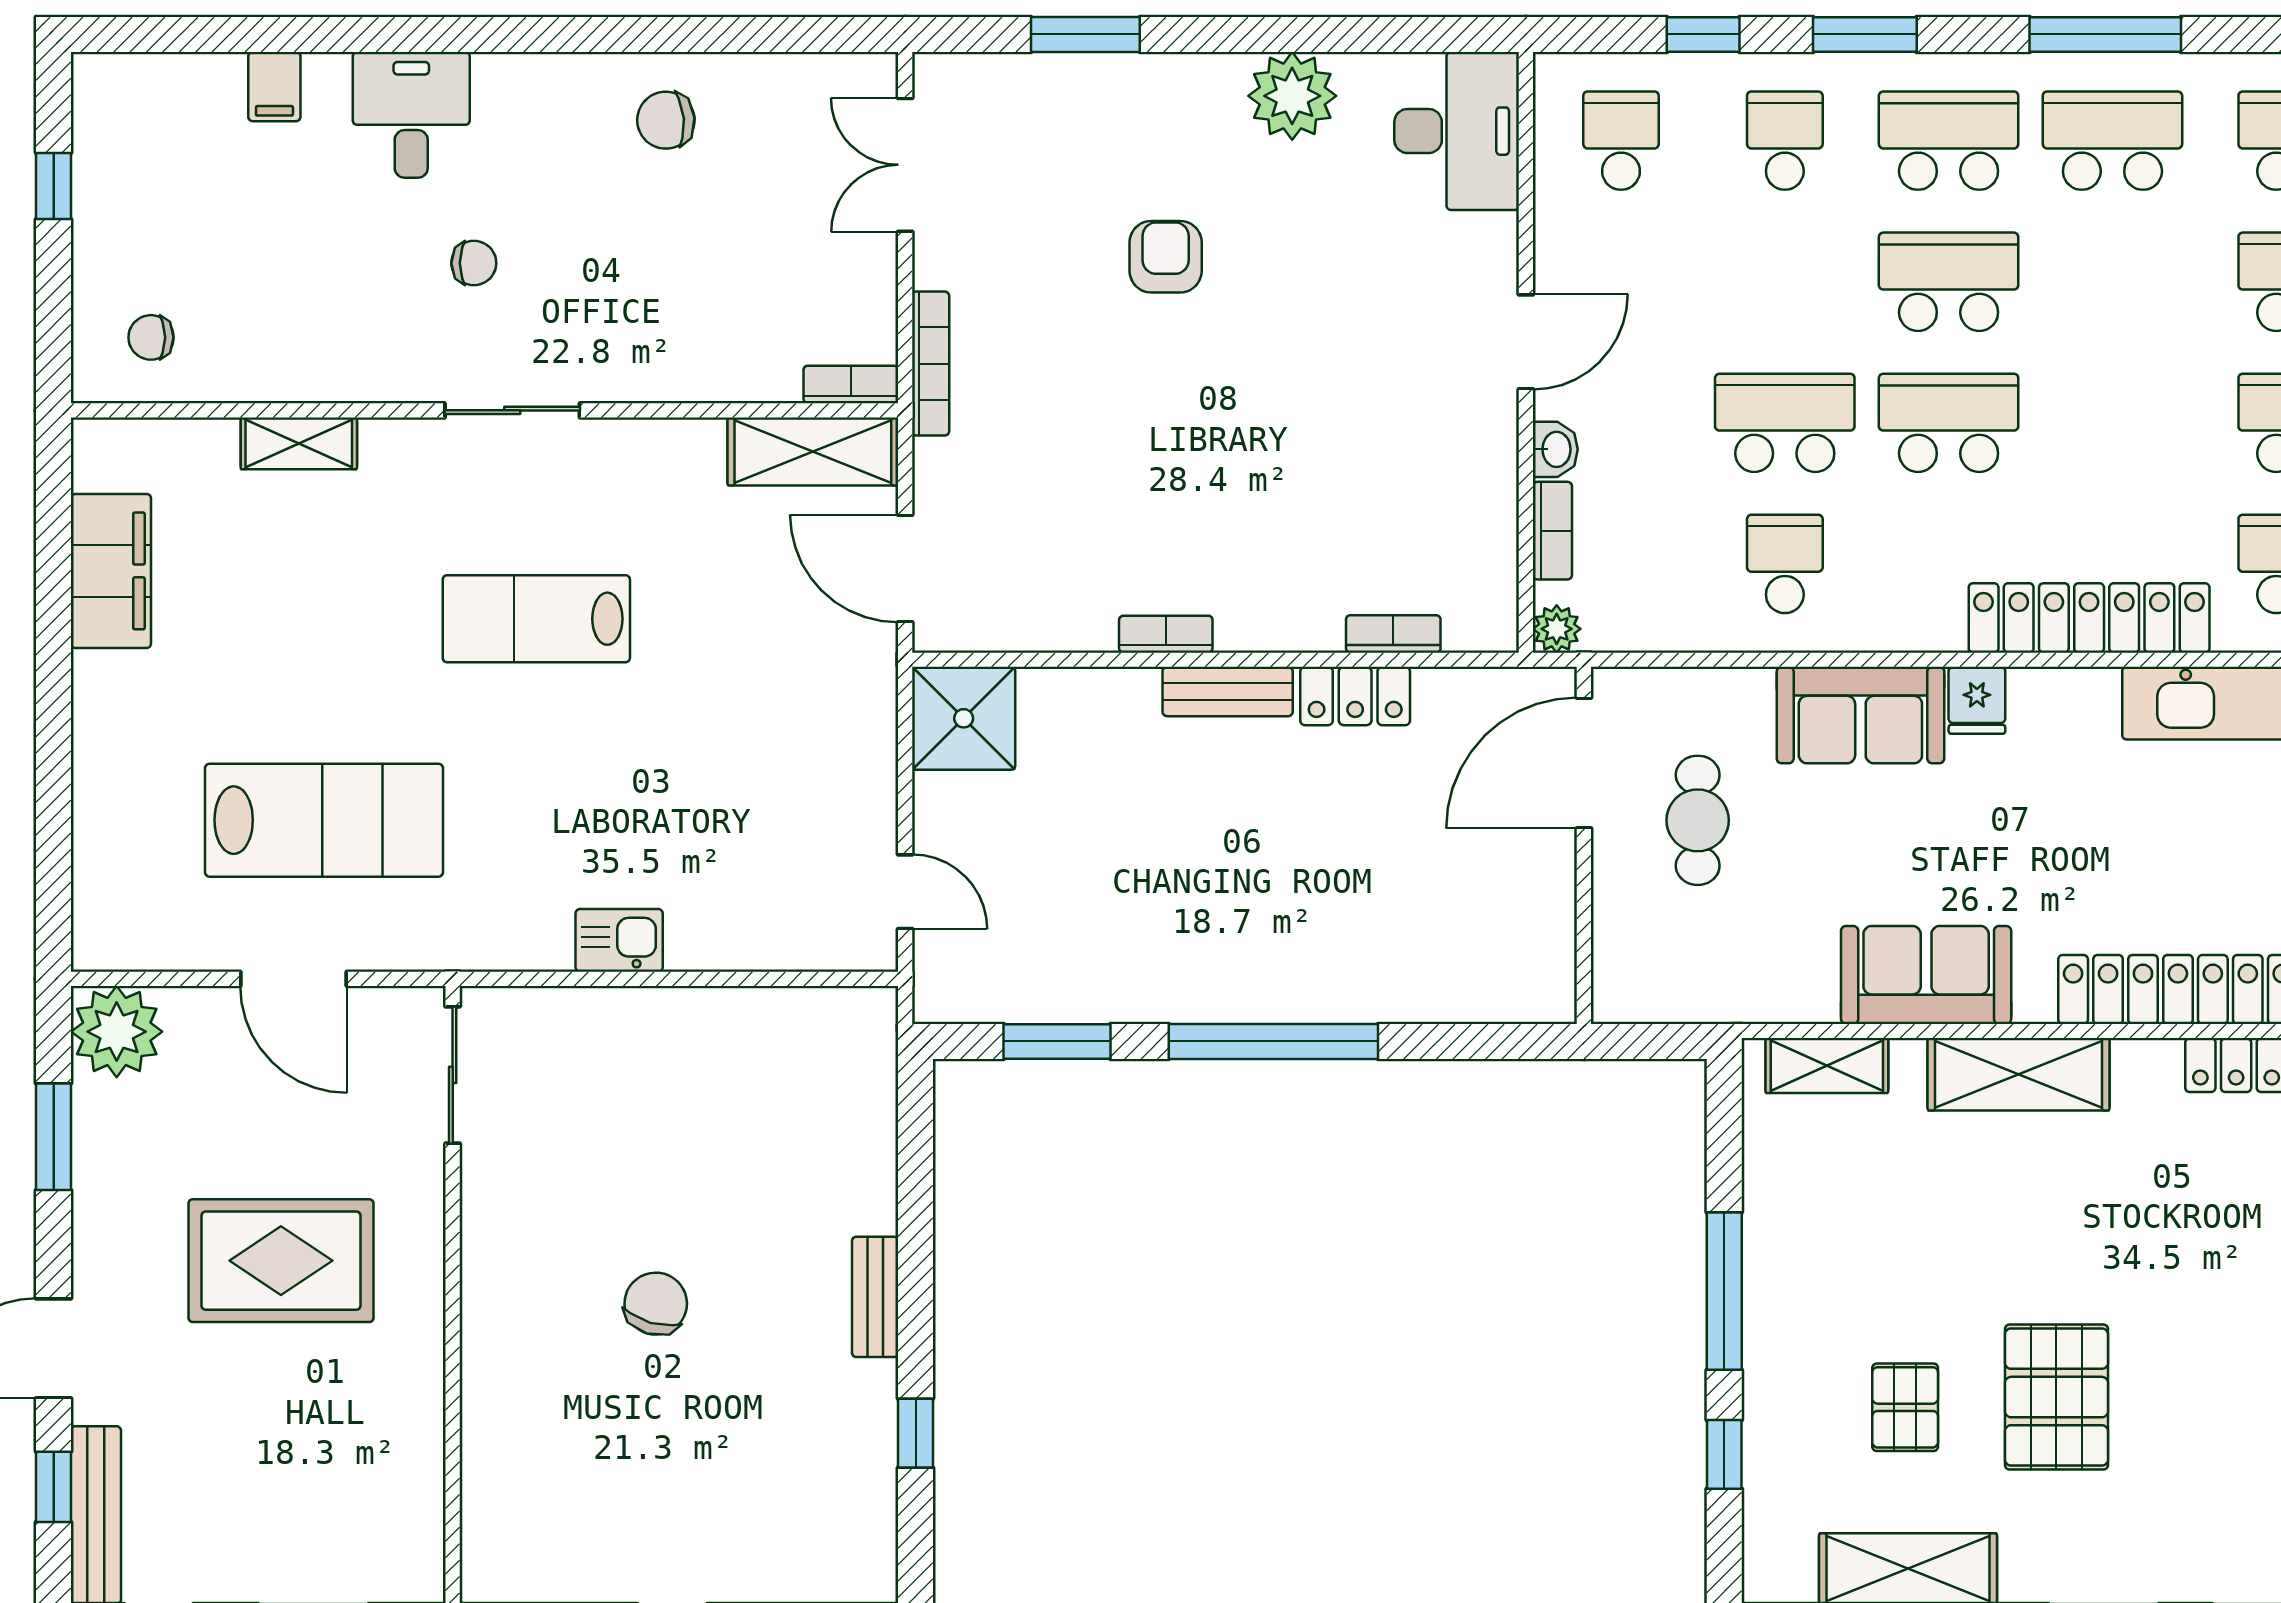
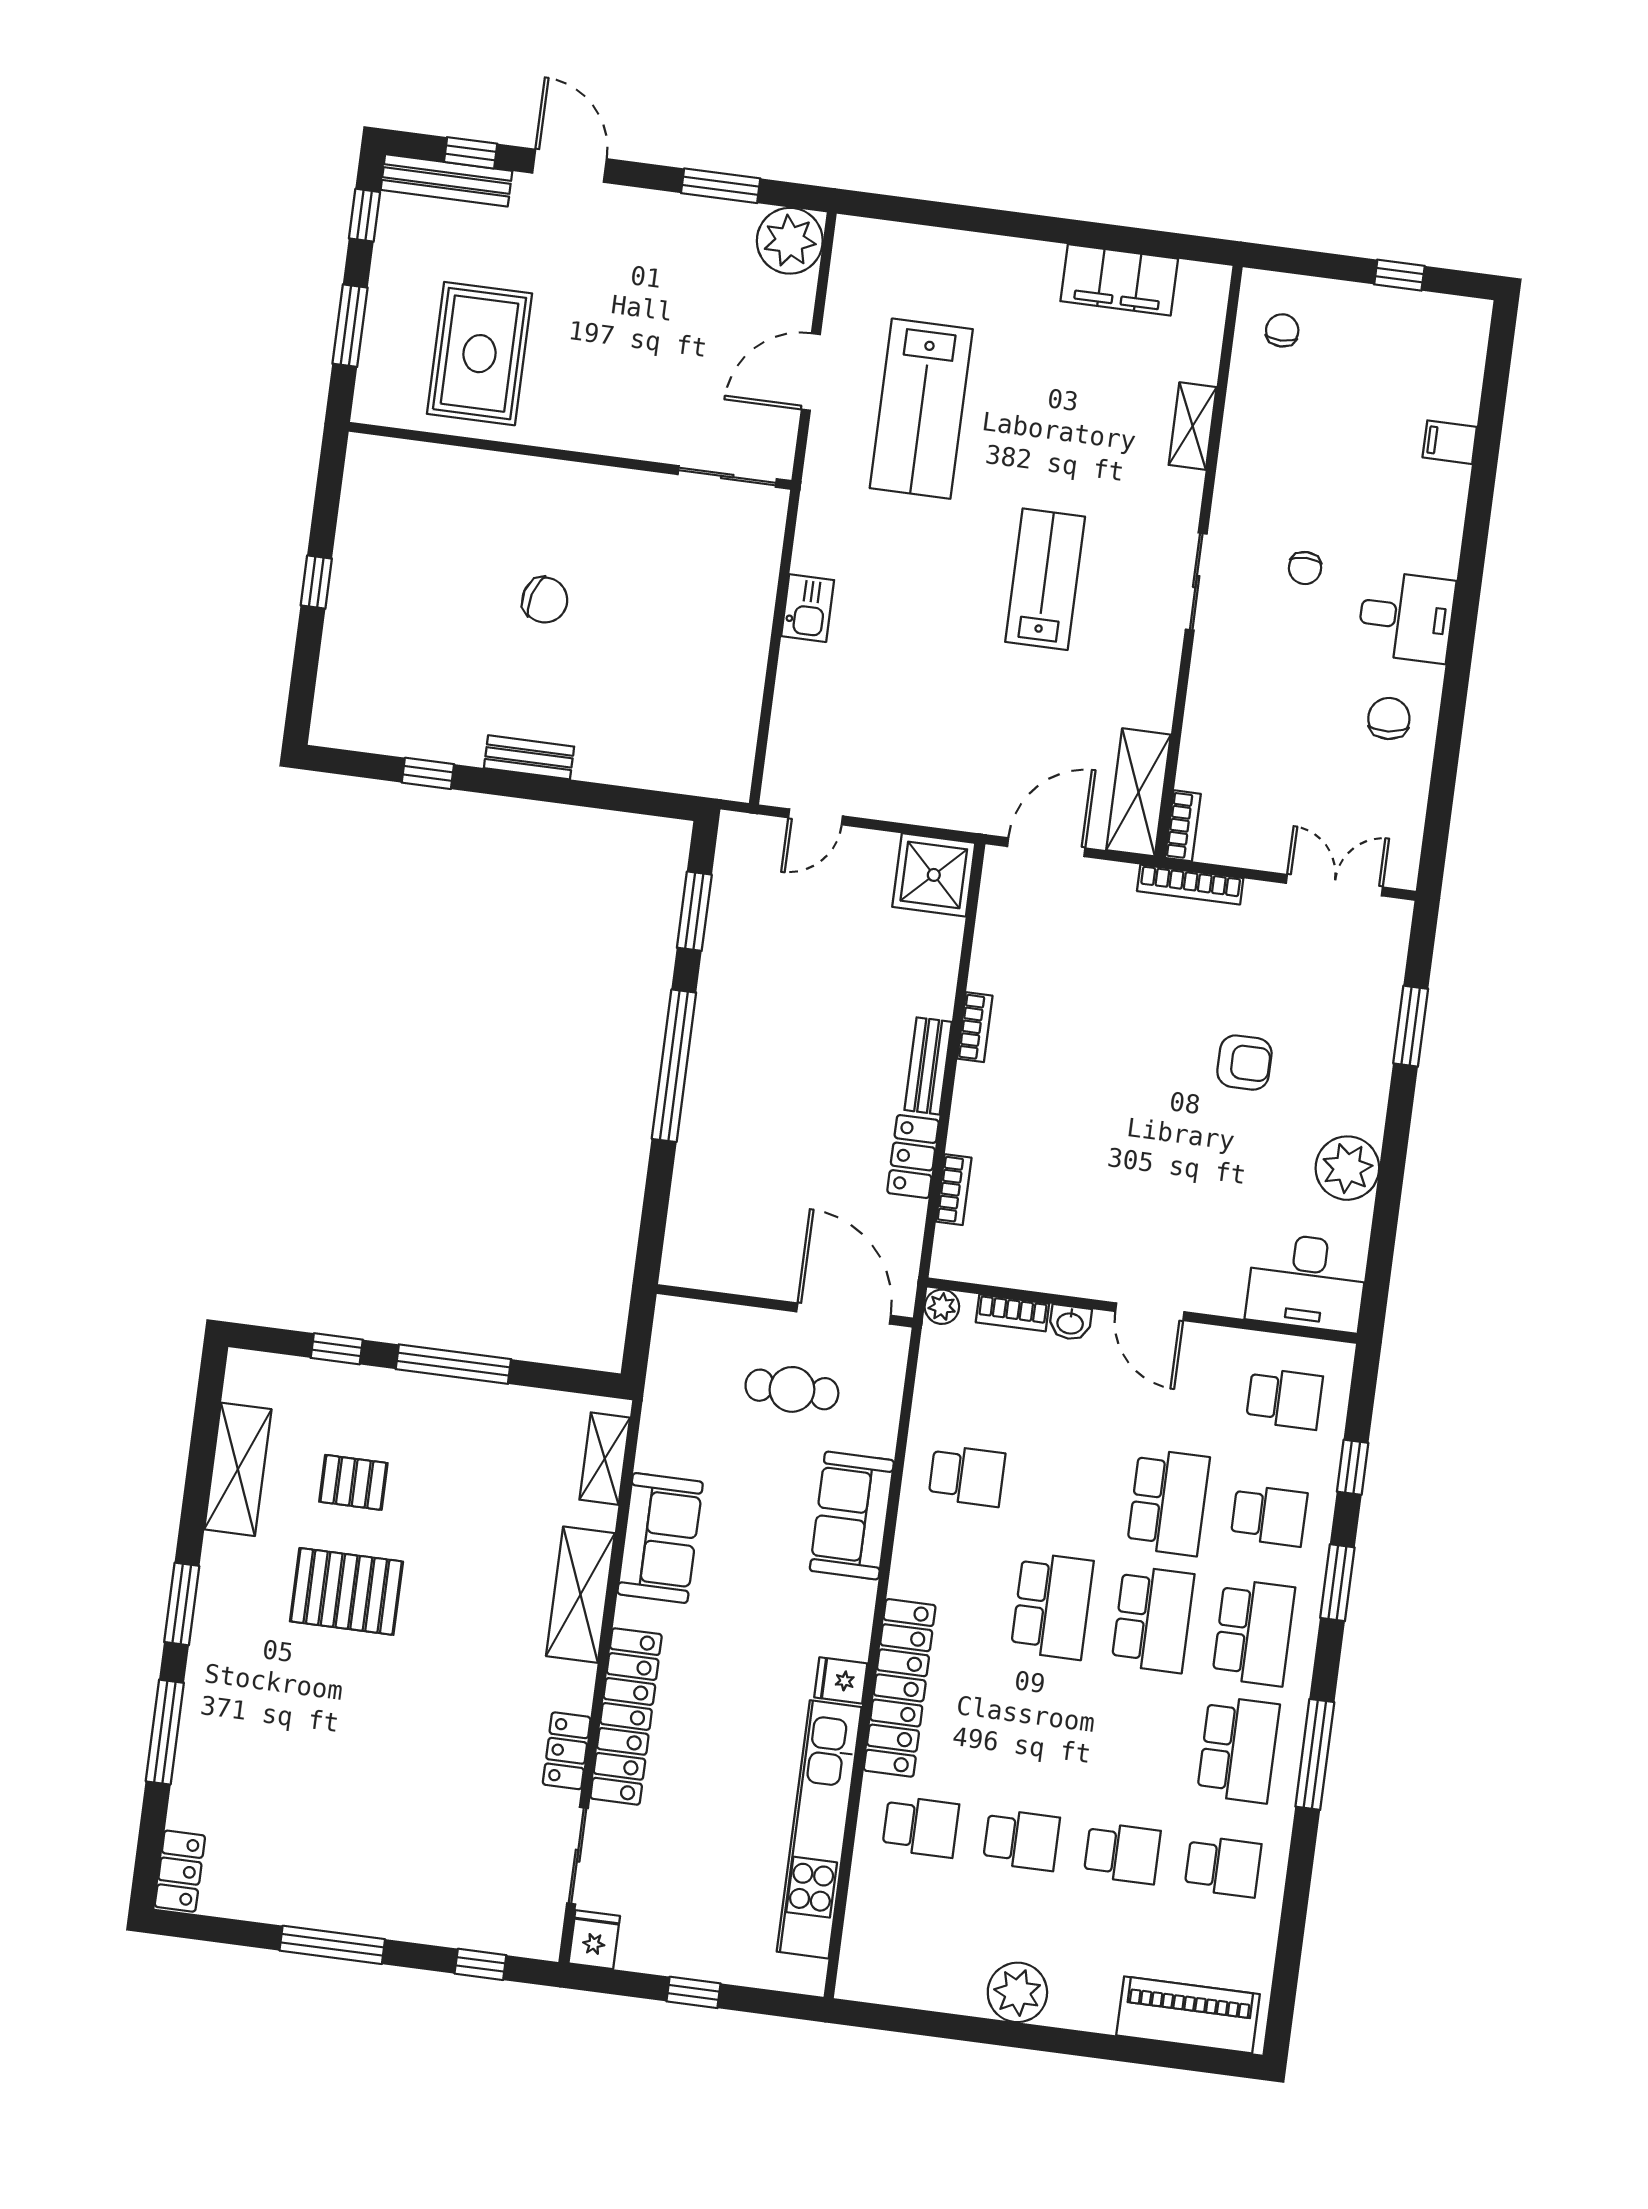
desk: (411, 115) -> (1406, 617), moved
school desk: (1785, 423) -> (1168, 1502), moved
fridge: (1977, 700) -> (841, 1680), moved
rug: (281, 1261) -> (479, 354), moved

